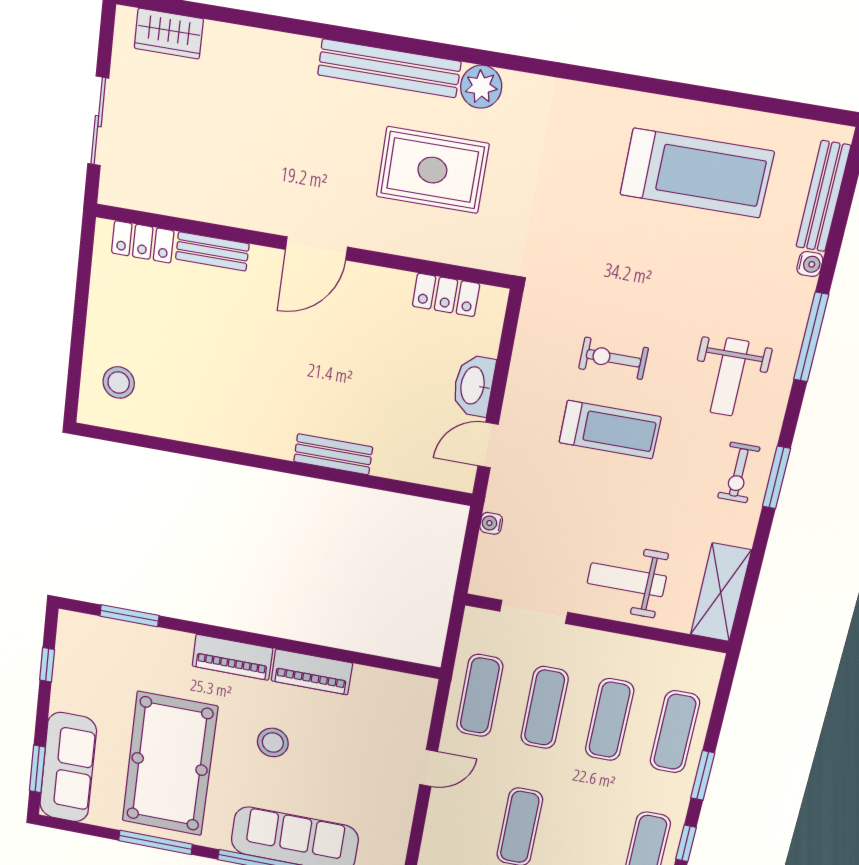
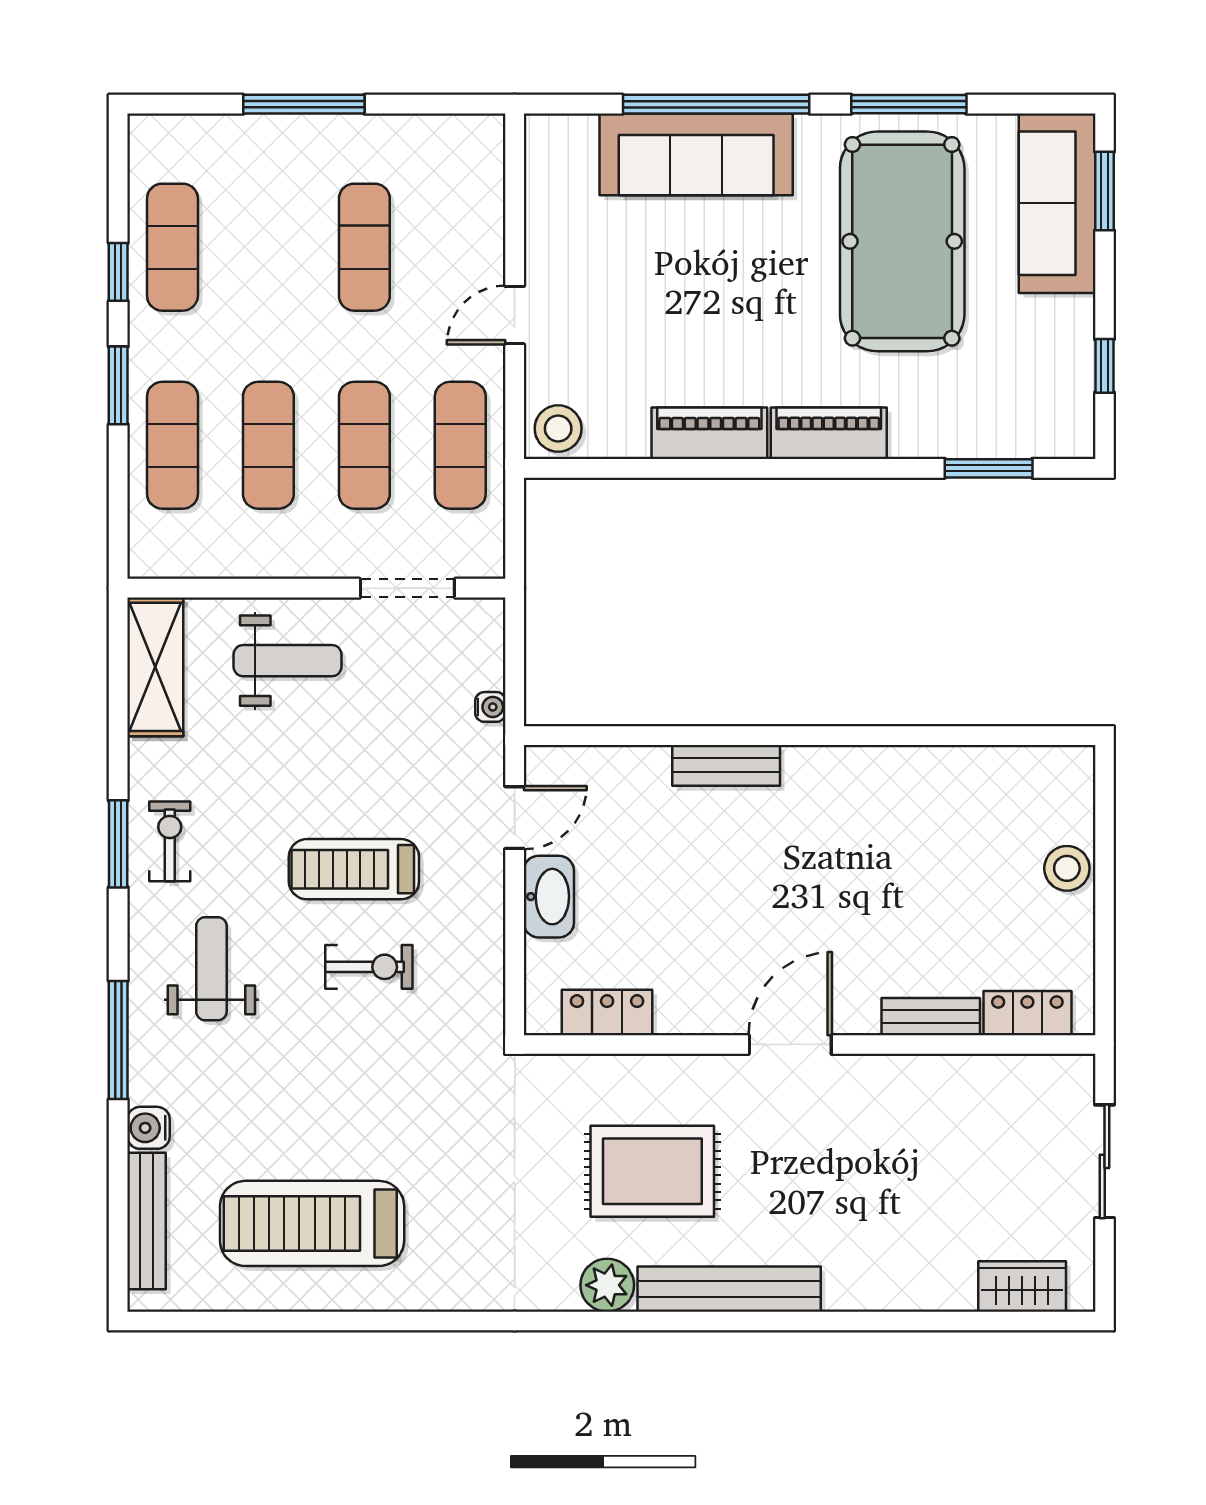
water cooler: (810, 264) -> (149, 1128), width x1.38, depth x1.38
stool: (119, 382) -> (1067, 868), moved
stool: (273, 742) -> (558, 429), moved

